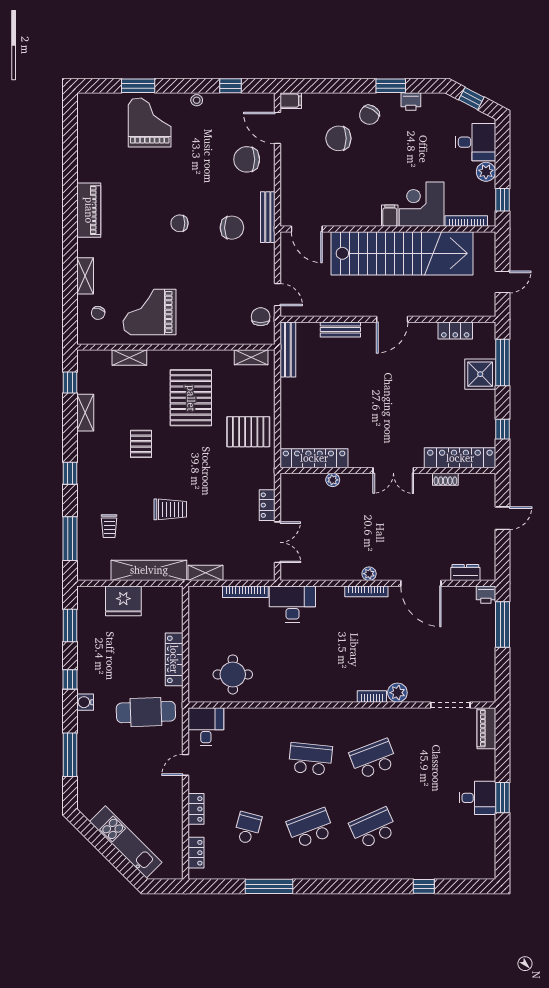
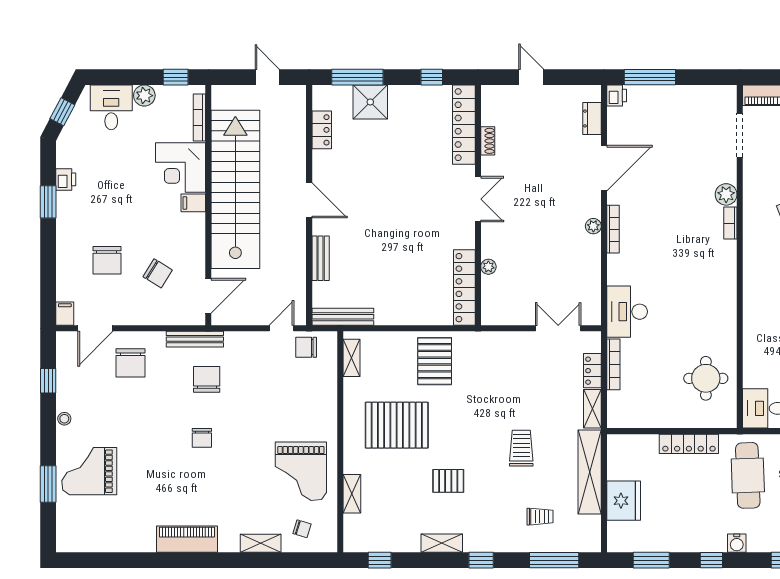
chair: (369, 115) -> (158, 273), moved
shelving: (85, 413) -> (442, 543), moved
locker: (267, 505) -> (592, 371), moved, turned 90

